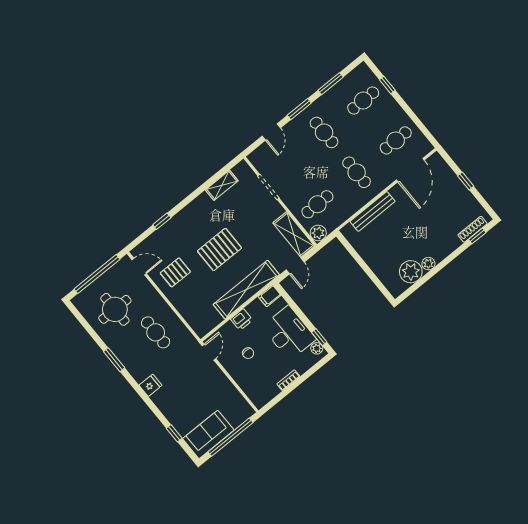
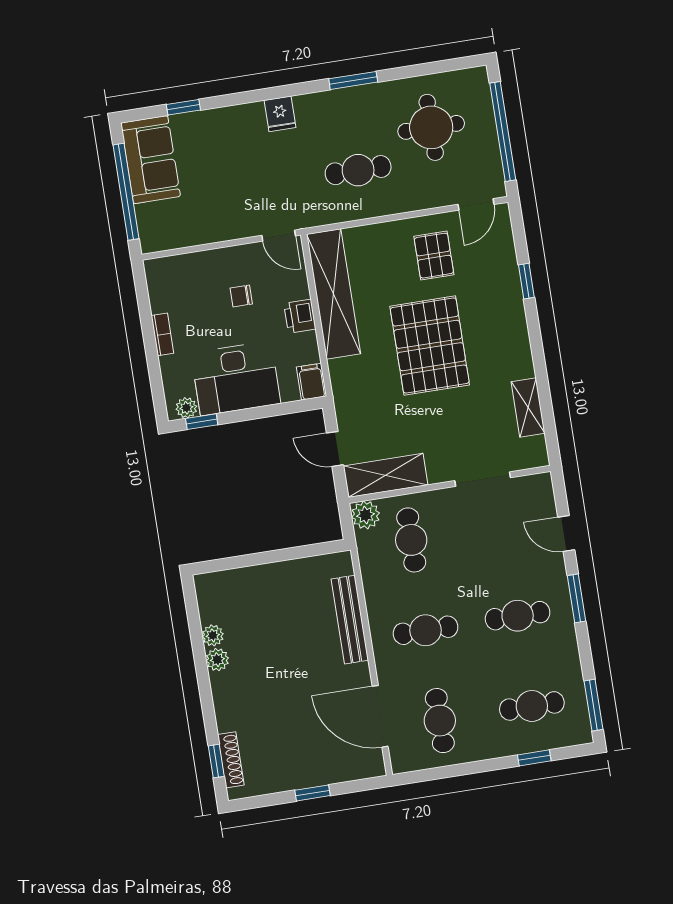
window: (331, 84) -> (593, 705), moved
cafe table: (363, 101) -> (532, 706), turned 90
pallet: (219, 249) -> (430, 346), width x1.37, depth x1.41
plant: (411, 272) -> (213, 635), width x0.53, depth x0.53
shelving: (246, 290) -> (333, 294), moved

